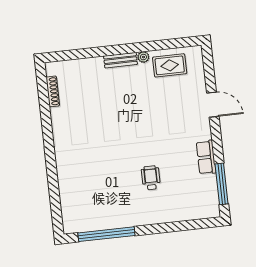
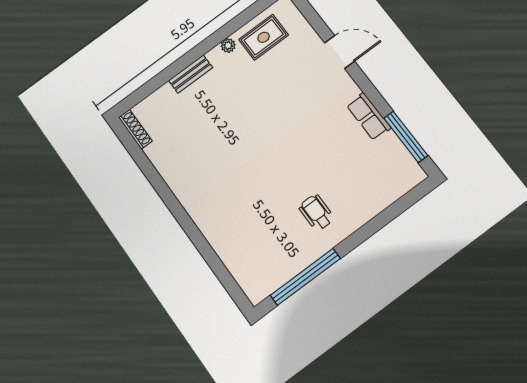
bench: (120, 60) -> (191, 74), moved
shoe rack: (53, 91) -> (135, 129), moved
wheelchair: (151, 178) -> (316, 212), moved

